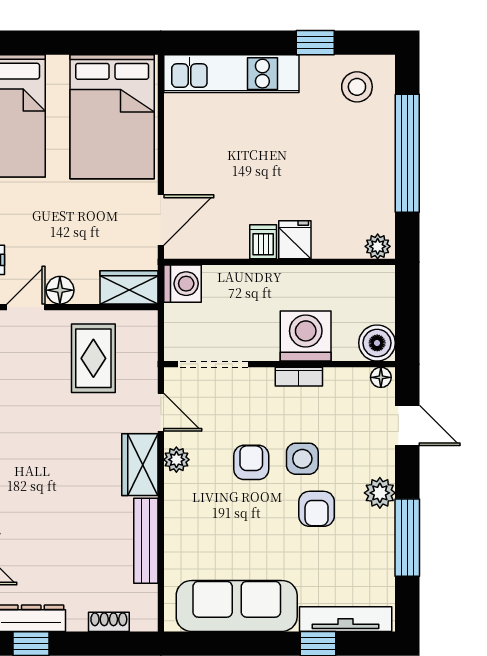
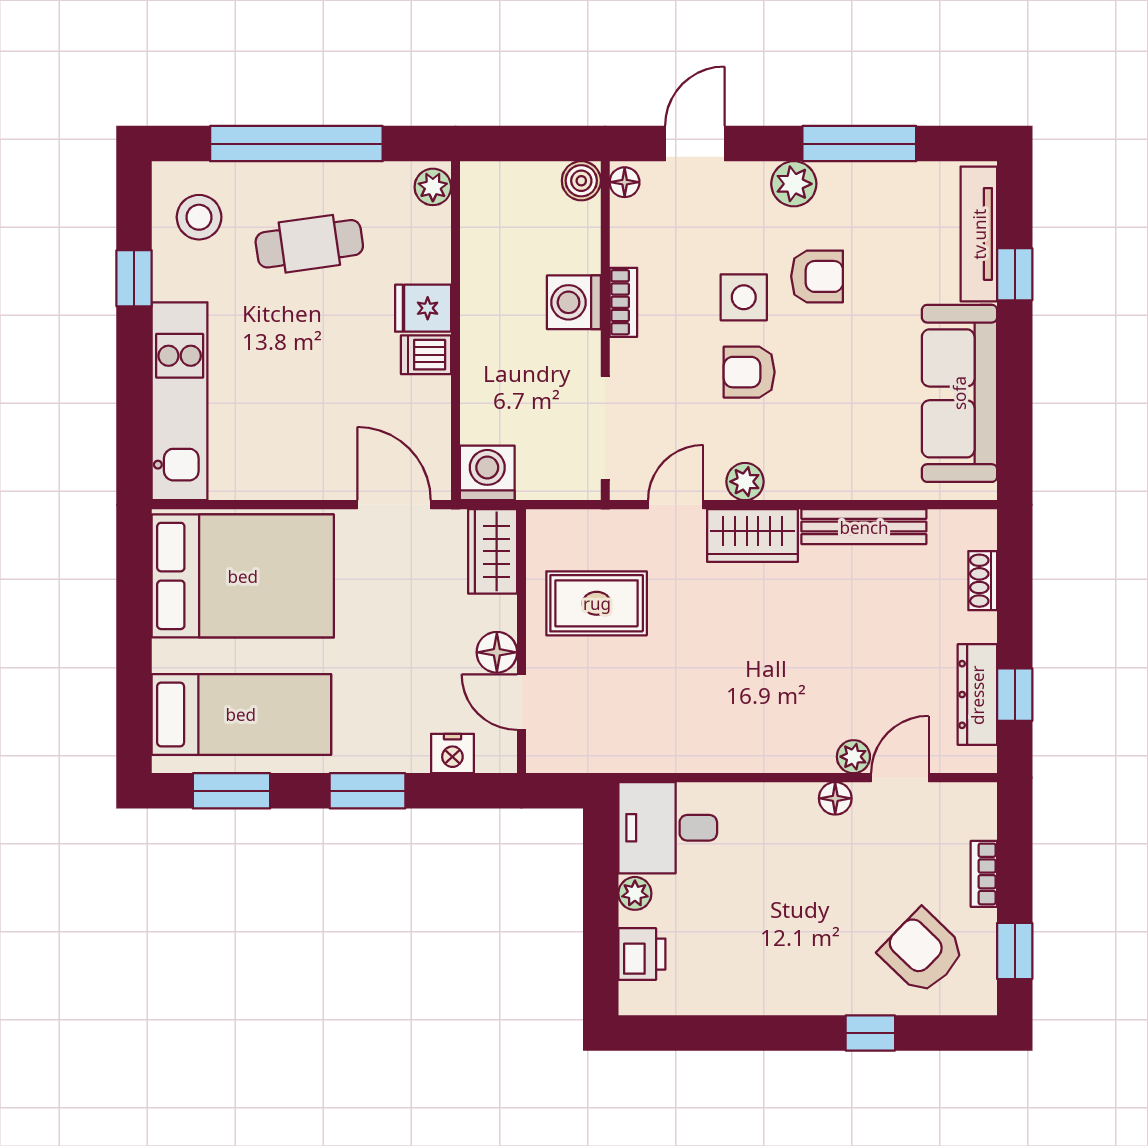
cafe table: (339, 162) -> (309, 244), added
washing machine: (306, 336) -> (574, 302), width x0.73, depth x0.73
boiler: (377, 343) -> (581, 181), width x0.73, depth x0.73

